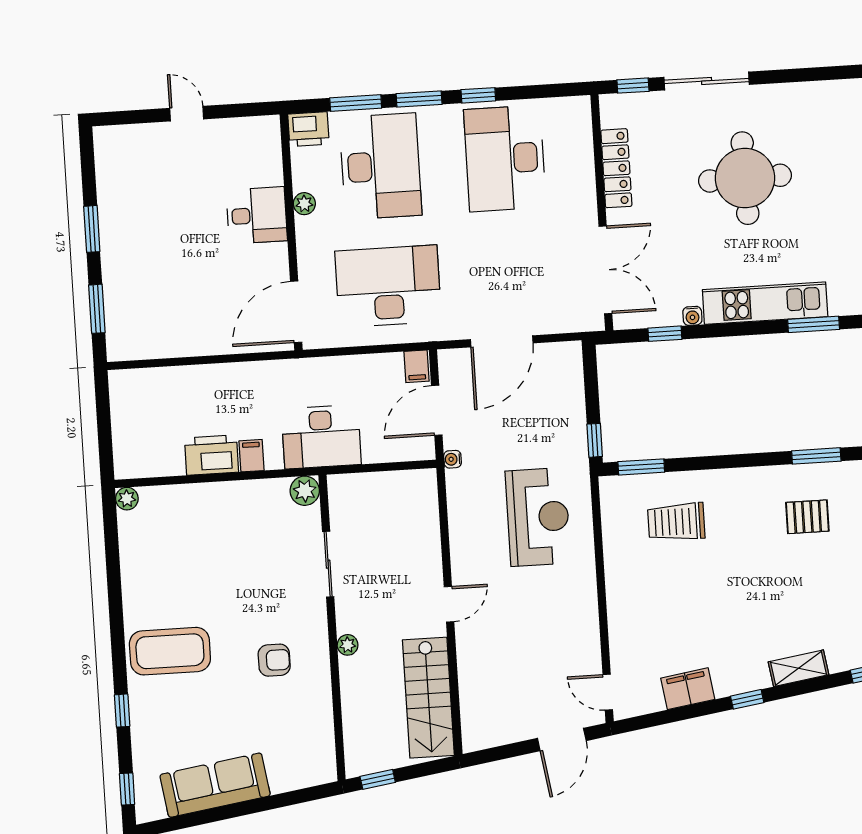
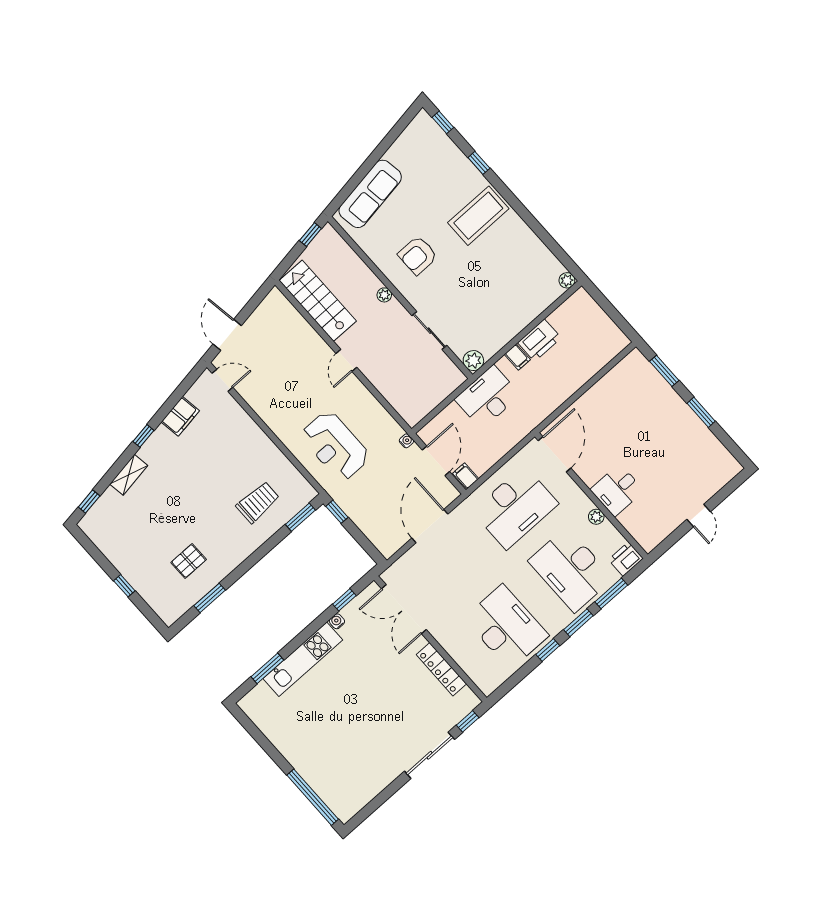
door: (187, 114) -> (699, 515), hinge flipped
round table: (745, 178) -> (367, 719), removed
armchair: (274, 660) -> (418, 255), width x1.38, depth x1.38
sofa: (215, 785) -> (370, 194), moved

